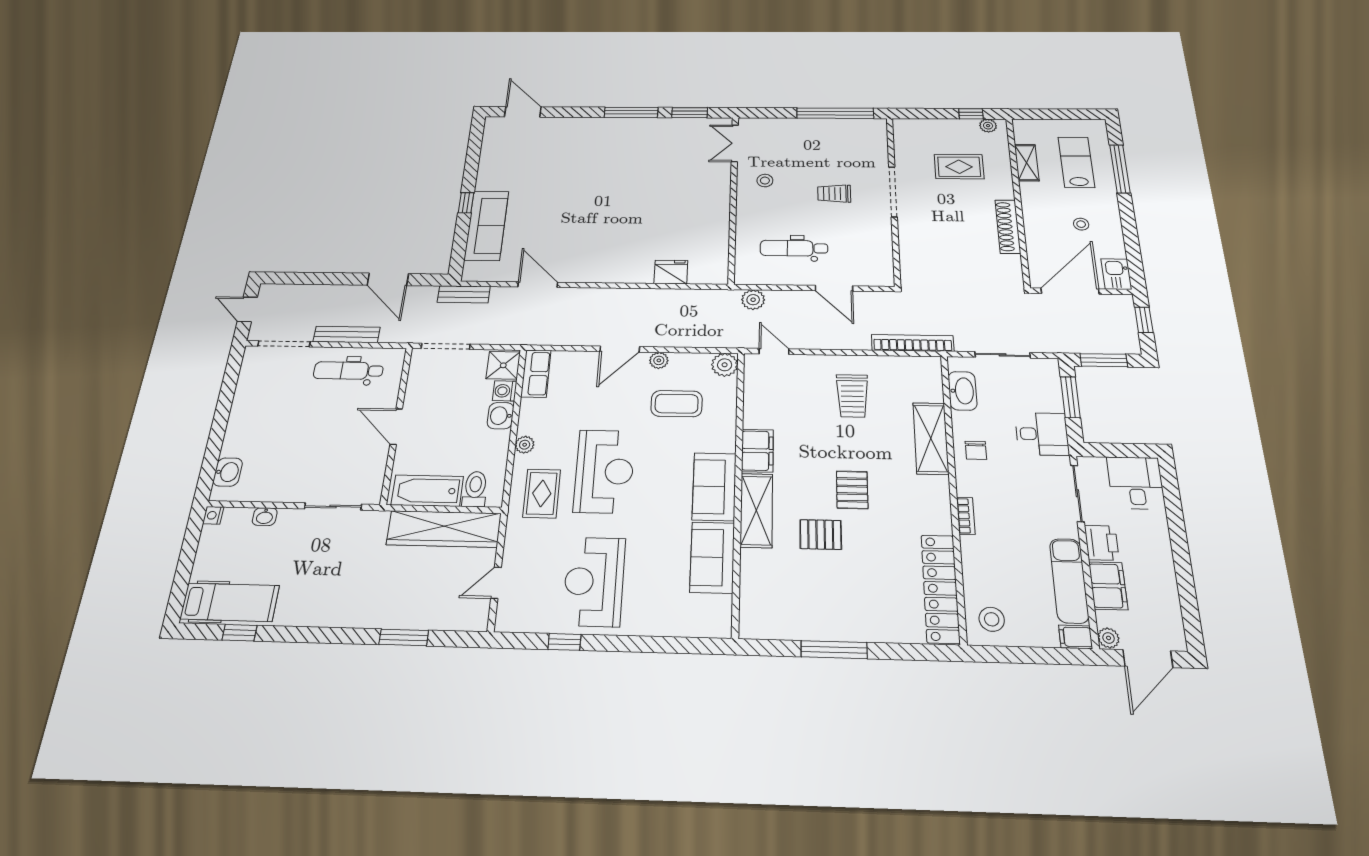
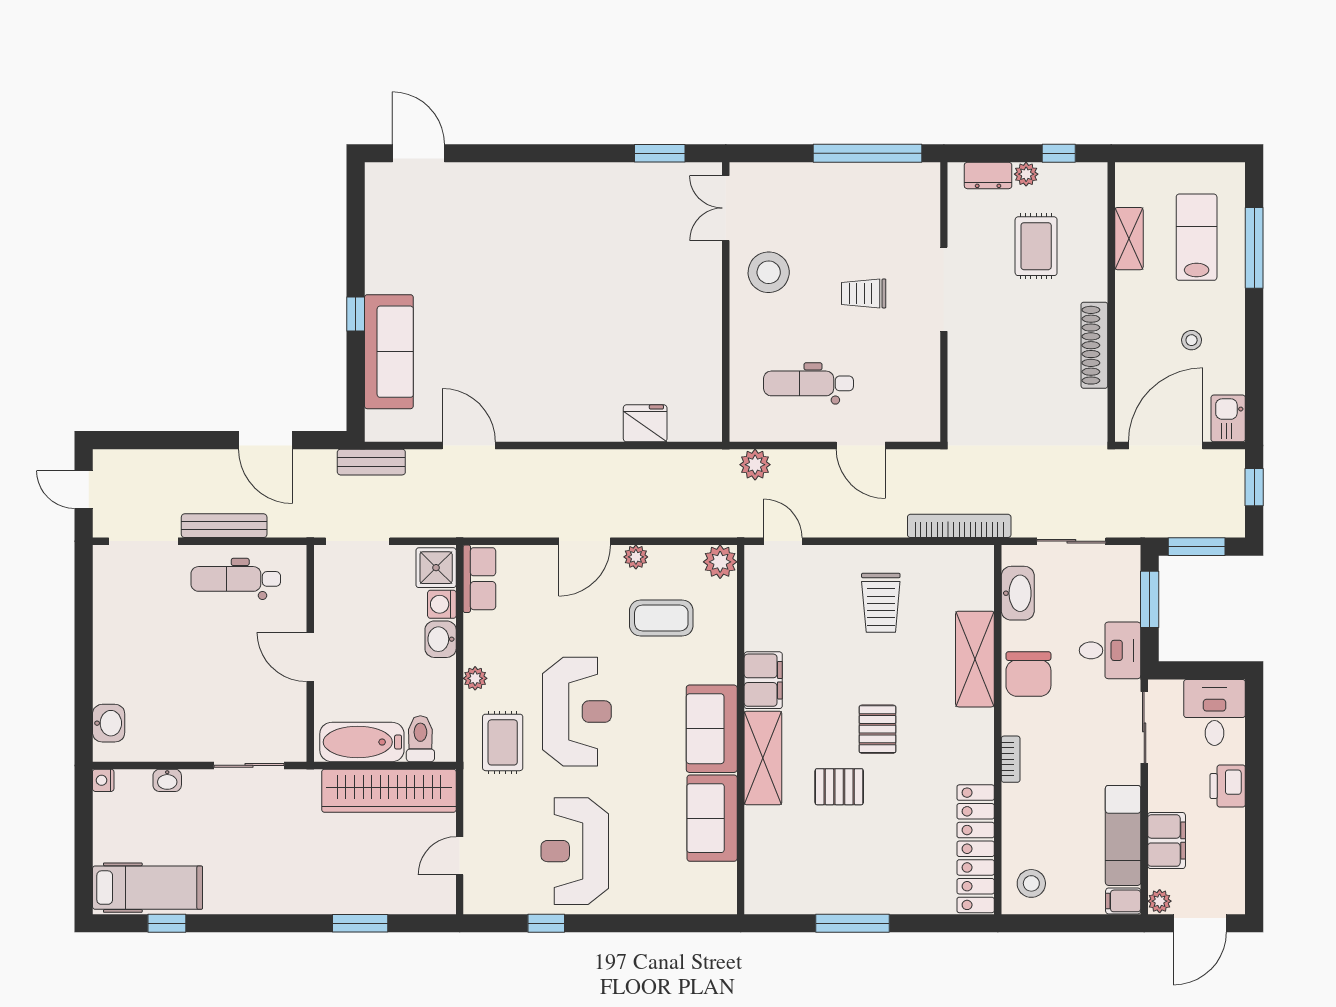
window: (631, 112) -> (575, 153), removed
dresser: (921, 126) -> (988, 175), added
plant: (988, 126) -> (1026, 174), moved
rug: (959, 167) -> (1036, 246), turned 90
stool: (765, 181) -> (769, 272), width x1.89, depth x1.89
chair: (976, 450) -> (1028, 674), width x1.87, depth x1.87
printer: (1102, 543) -> (1228, 786), moved, turned 180

